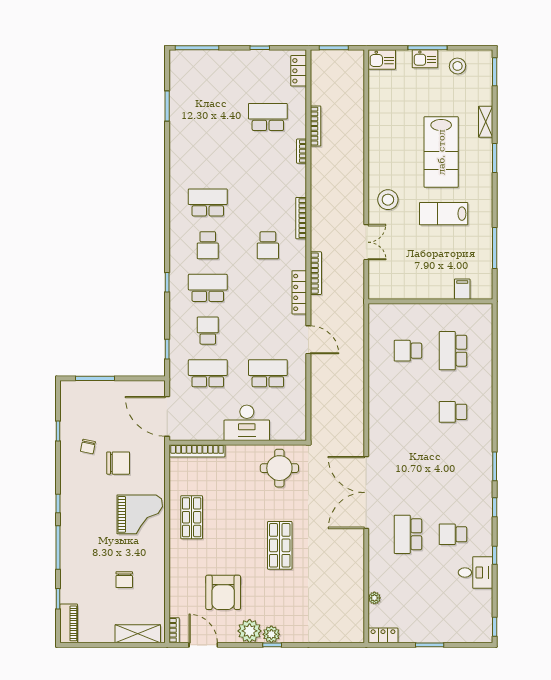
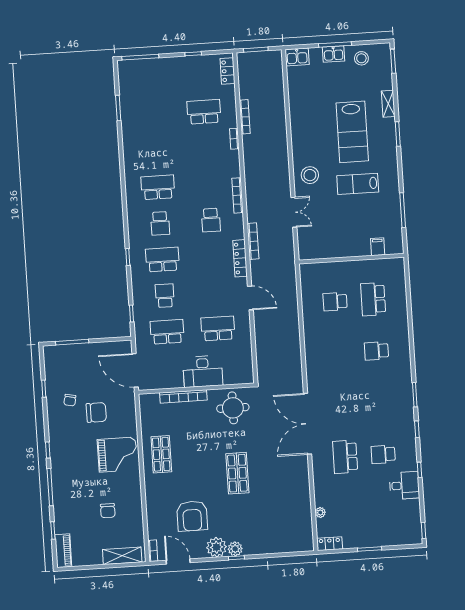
bookcase: (197, 451) -> (183, 396), moved

